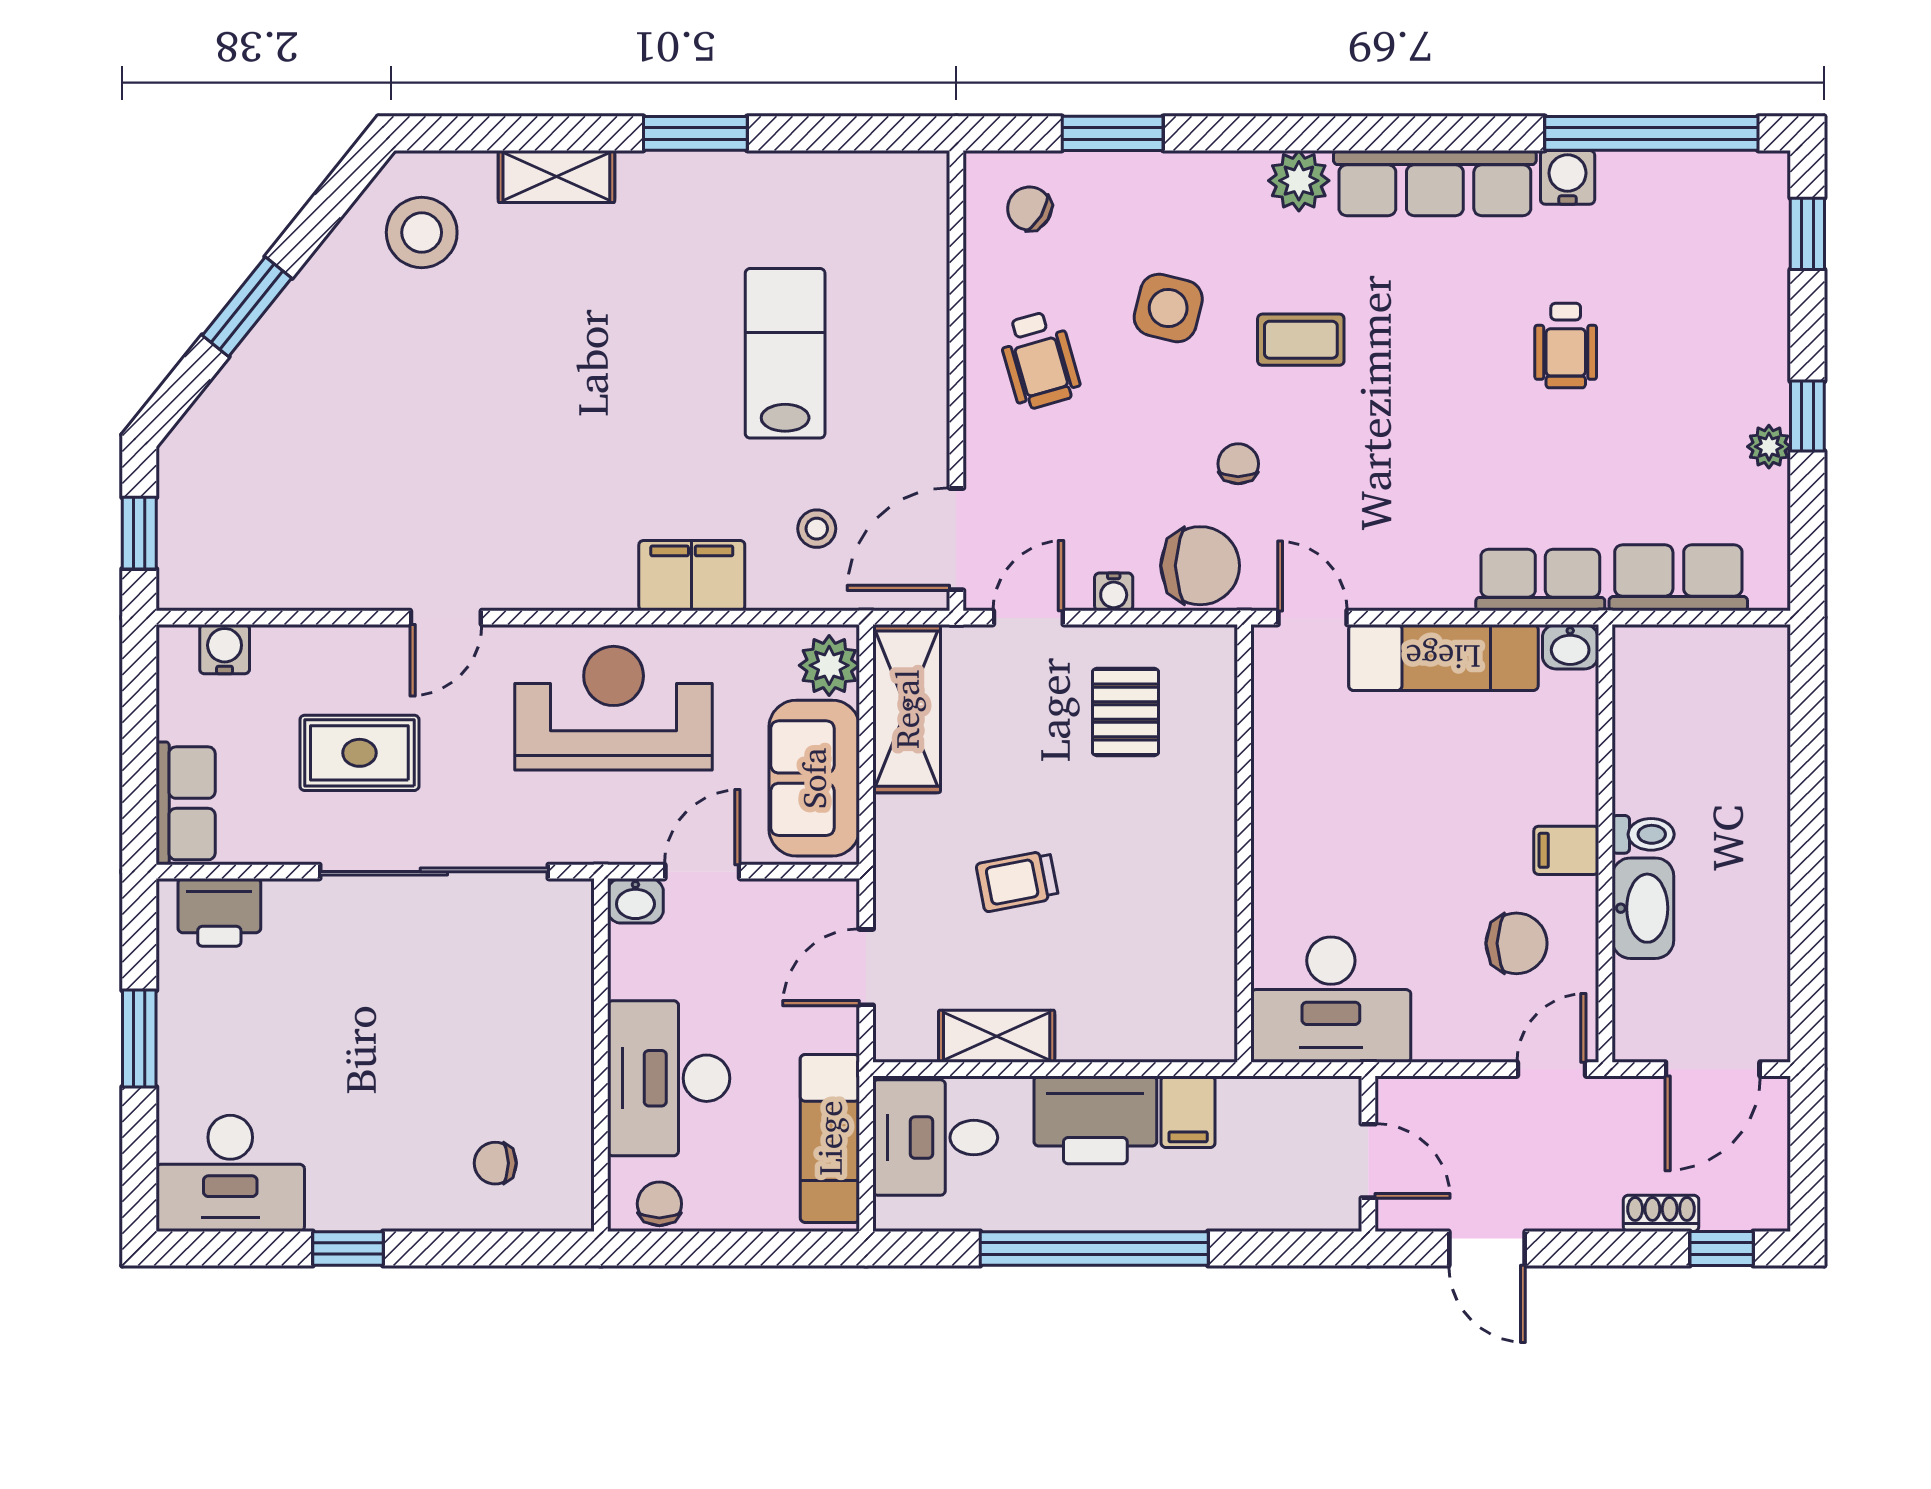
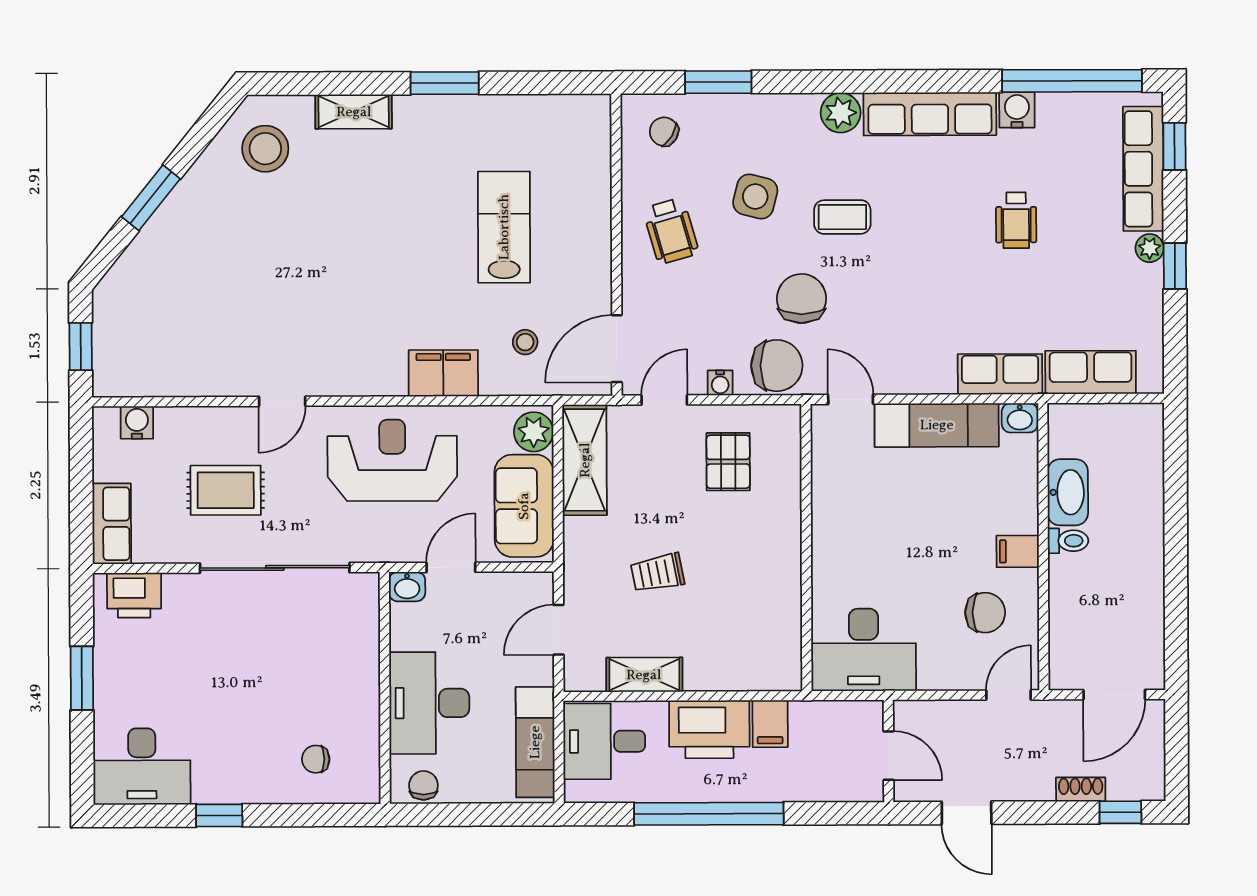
row of seats: (1760, 268) -> (1143, 169), added
plant: (1769, 447) -> (1150, 248), moved
chair: (1238, 464) -> (802, 299), width x1.87, depth x1.87
washbasin: (1643, 908) -> (1068, 492), moved

